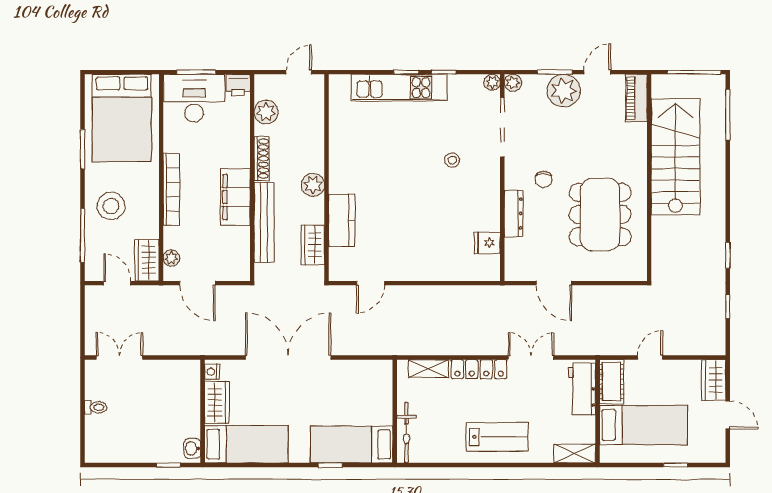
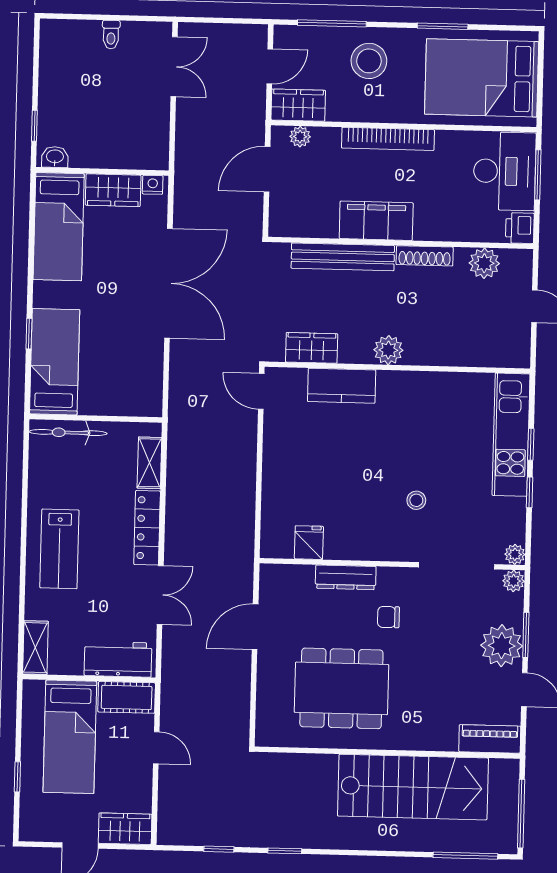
wall: (327, 178) -> (397, 368), moved
plant: (313, 185) -> (388, 350), moved
kitchen counter: (342, 221) -> (342, 386), moved
wardrobe: (313, 245) -> (312, 348), moved

